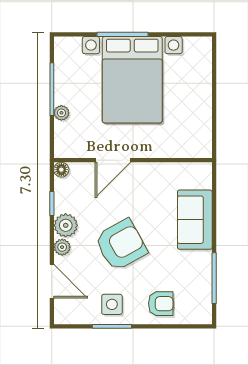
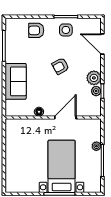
bed with nightstands: (132, 80) -> (62, 166), width x0.73
floor lamp: (61, 170) -> (39, 112), moved
armchair: (121, 245) -> (60, 66), width x0.53, depth x0.53
plant: (62, 247) -> (96, 91), moved

